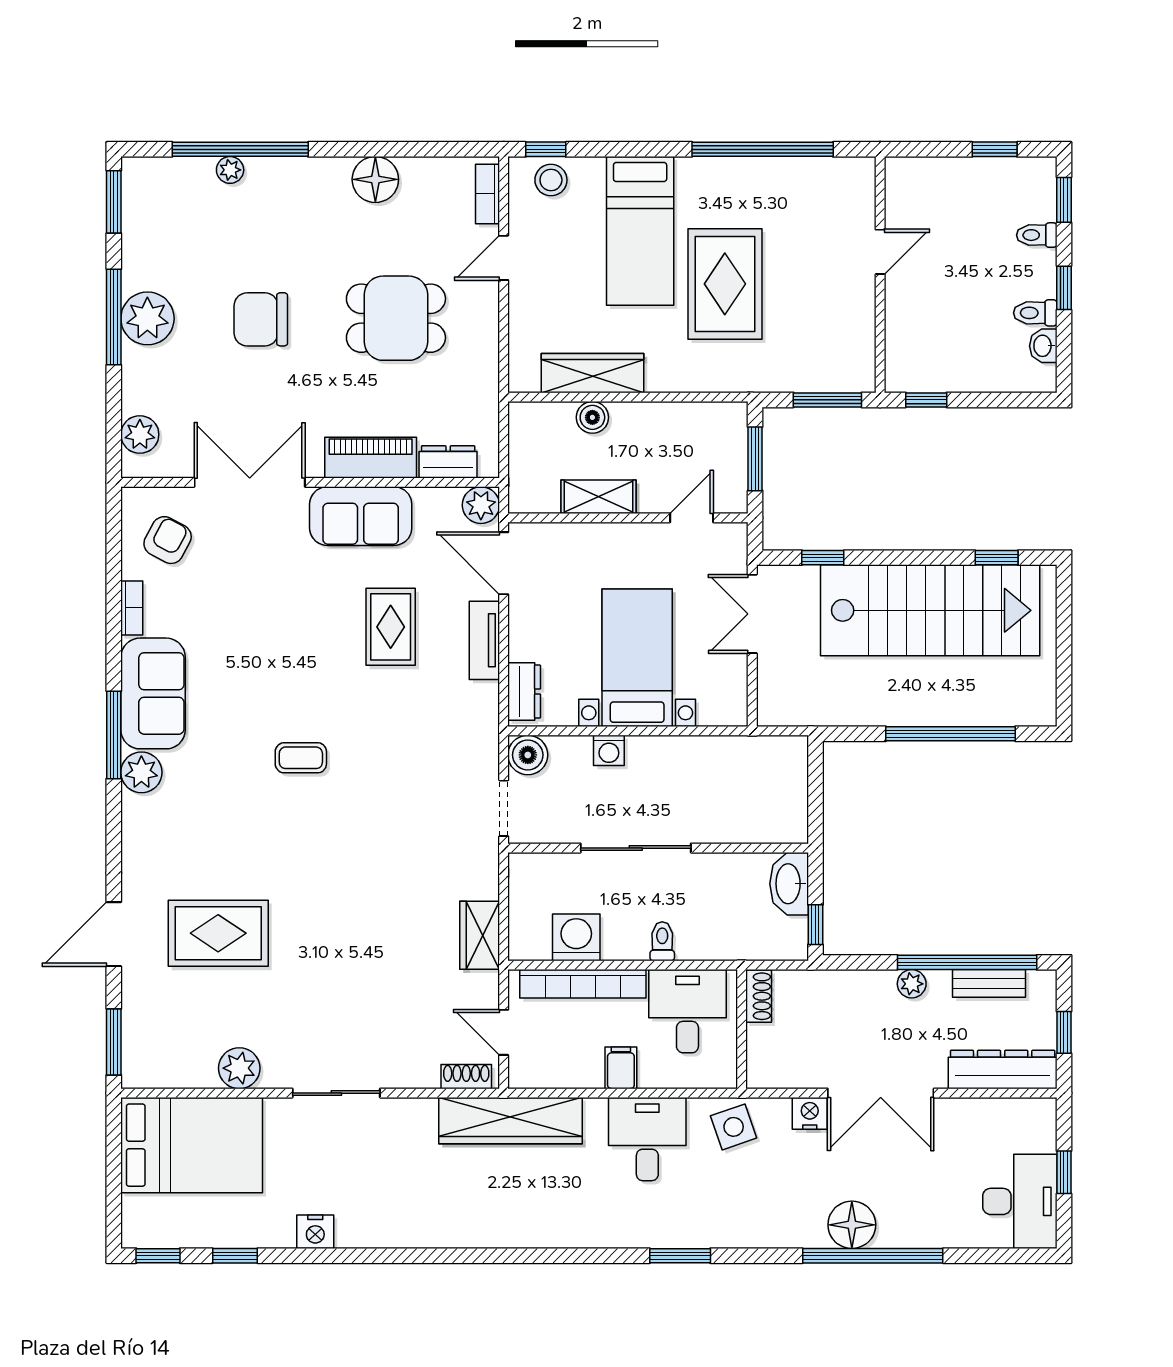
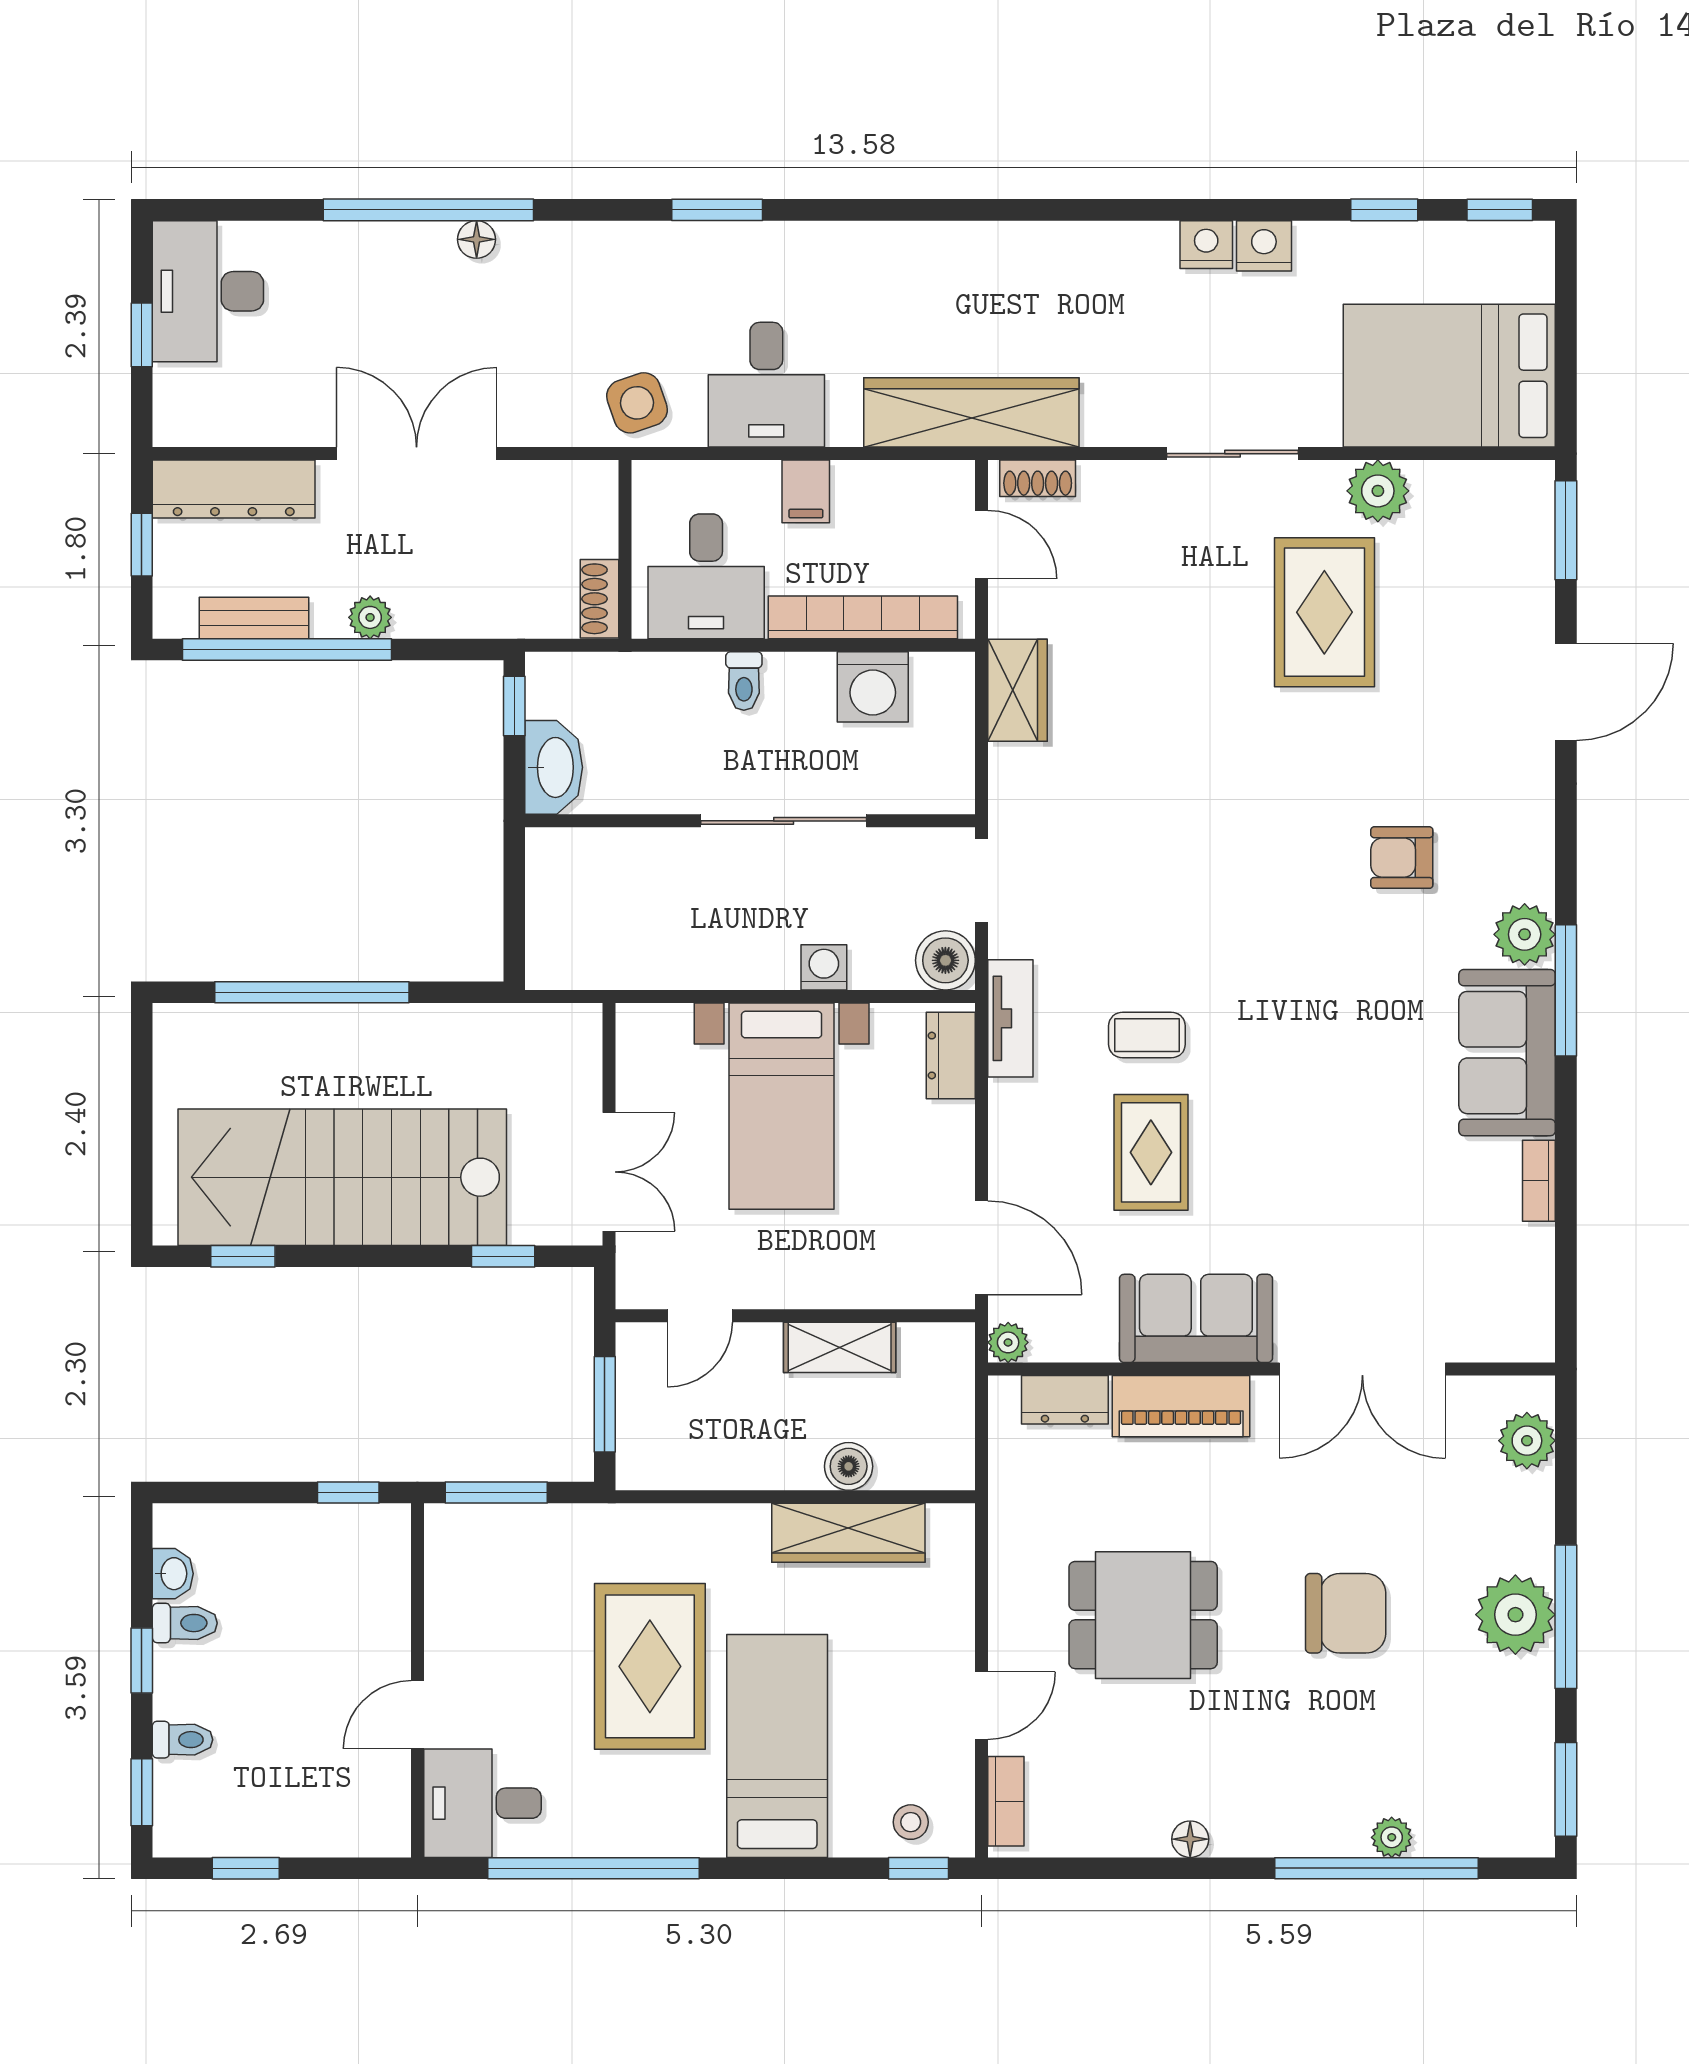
floor lamp: (375, 179) -> (1190, 1839), width x0.53, depth x0.53
stool: (551, 180) -> (911, 1822), width x0.73, depth x0.73
desk: (837, 193) -> (482, 1803), added
plant: (481, 505) -> (1008, 1342), width x0.73, depth x0.73
armchair: (168, 540) -> (1402, 858), moved, turned 62
tv unit: (484, 640) -> (1010, 1018), moved
coffee table: (301, 758) -> (1147, 1035), moved
rug: (218, 933) -> (1324, 612), moved, turned 90
nightstand: (810, 1113) -> (1206, 245), moved, turned 180
floor lamp: (852, 1225) -> (477, 239), width x0.53, depth x0.53

